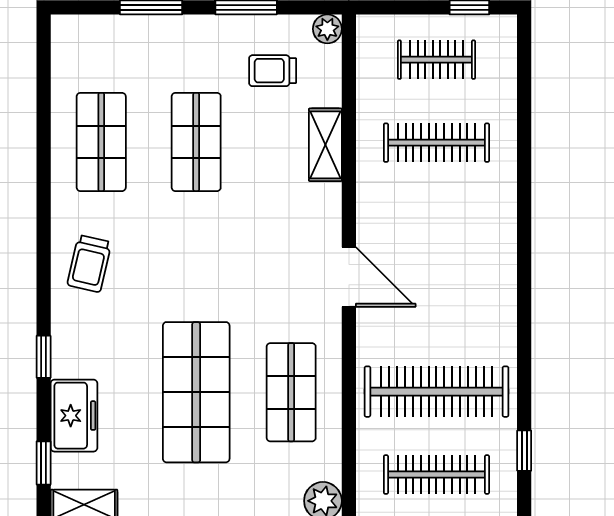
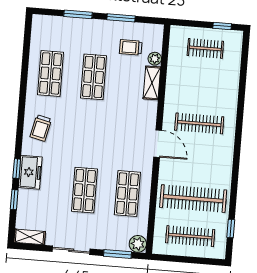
plant: (327, 29) -> (155, 59), moved
clothes rail: (436, 143) -> (199, 123), moved
shop shelf: (196, 392) -> (84, 190), width x0.70, depth x0.74
freezer: (74, 416) -> (30, 172), moved
window: (44, 463) -> (14, 200), moved

